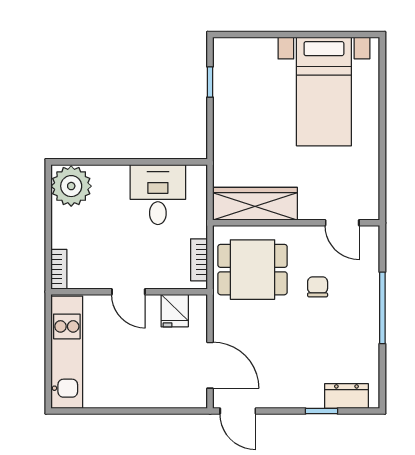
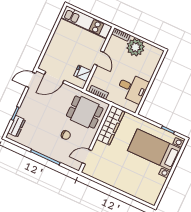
bed with nightstands: (324, 92) -> (154, 150), moved
plant: (71, 186) -> (135, 47), moved
dining table: (252, 270) -> (85, 112), turned 90
door: (128, 292) -> (99, 58), swing flipped

